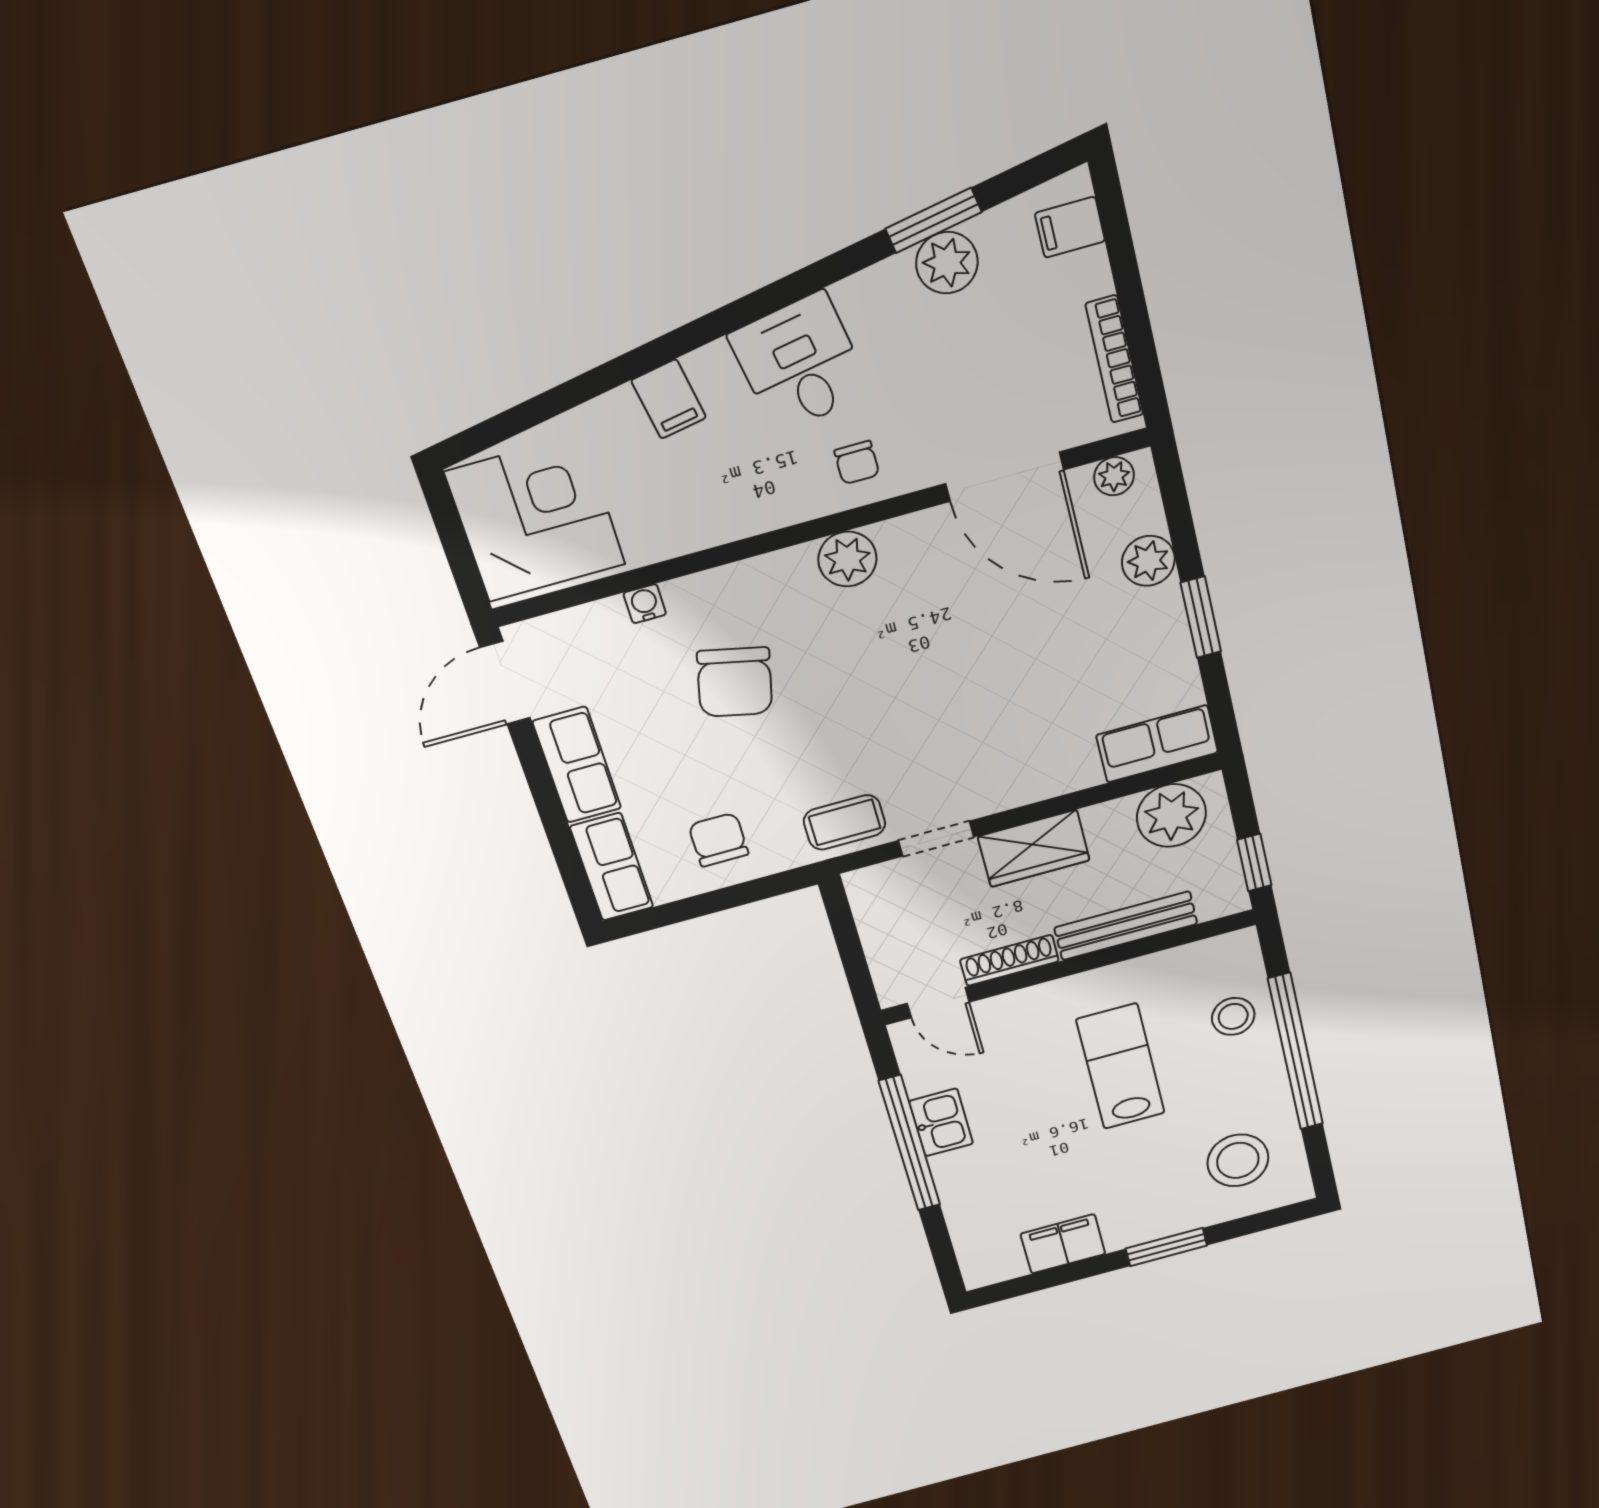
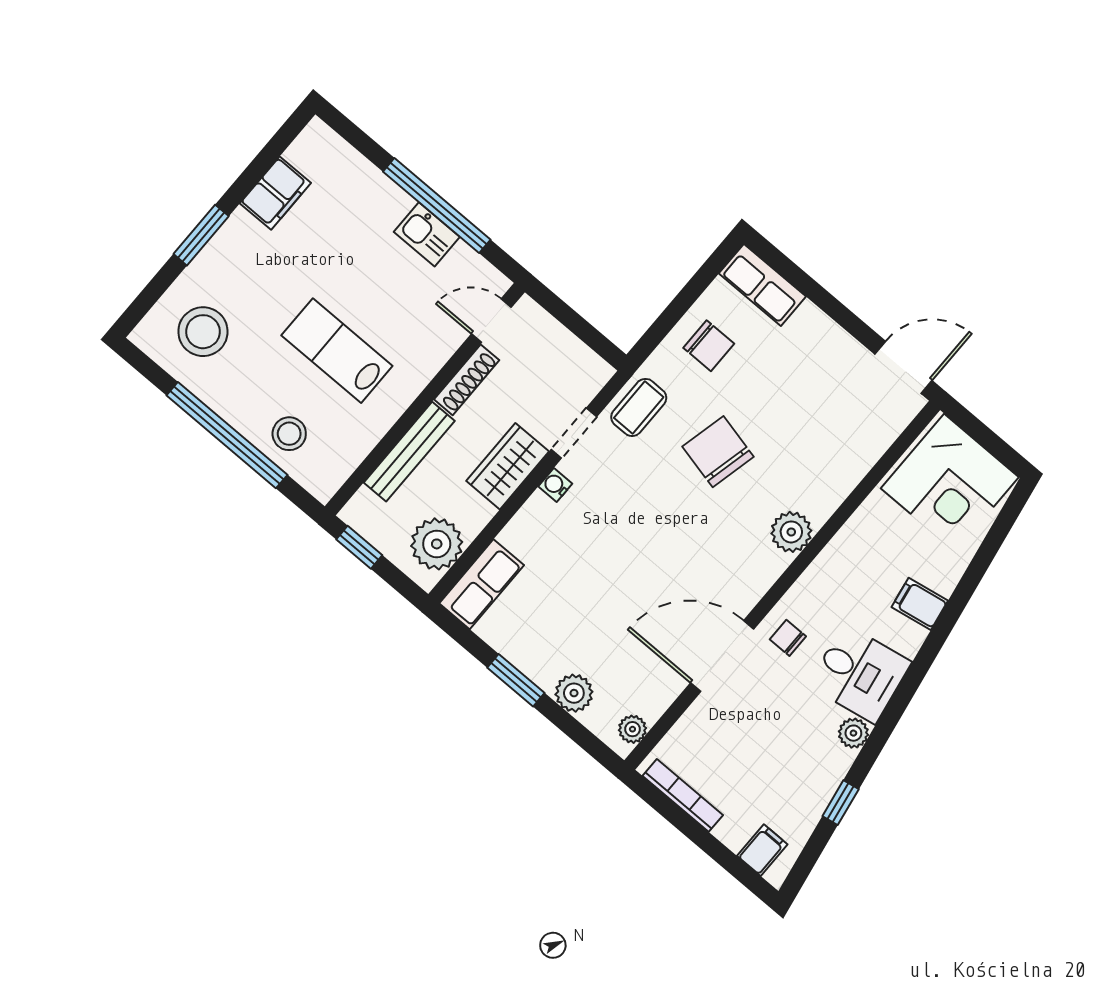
window: (934, 220) -> (841, 803), width x0.67
plant: (947, 263) -> (853, 733), moved, width x0.73, depth x0.73
door: (1005, 477) -> (722, 656), moved
plant: (847, 559) -> (791, 532), moved
water cooler: (645, 604) -> (555, 485), moved, turned 180
chair: (735, 682) -> (718, 452), moved
door: (505, 683) -> (903, 367), hinge flipped
row of seats: (577, 765) -> (827, 341), removed
lab bench: (1121, 1066) -> (337, 351), turned 180

